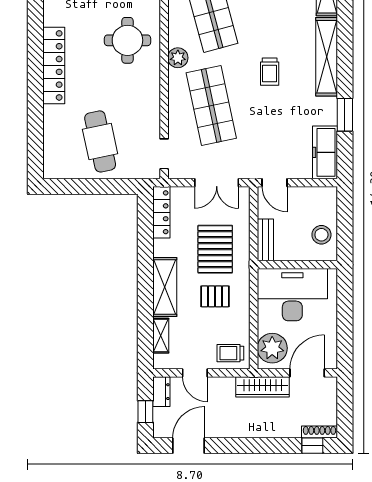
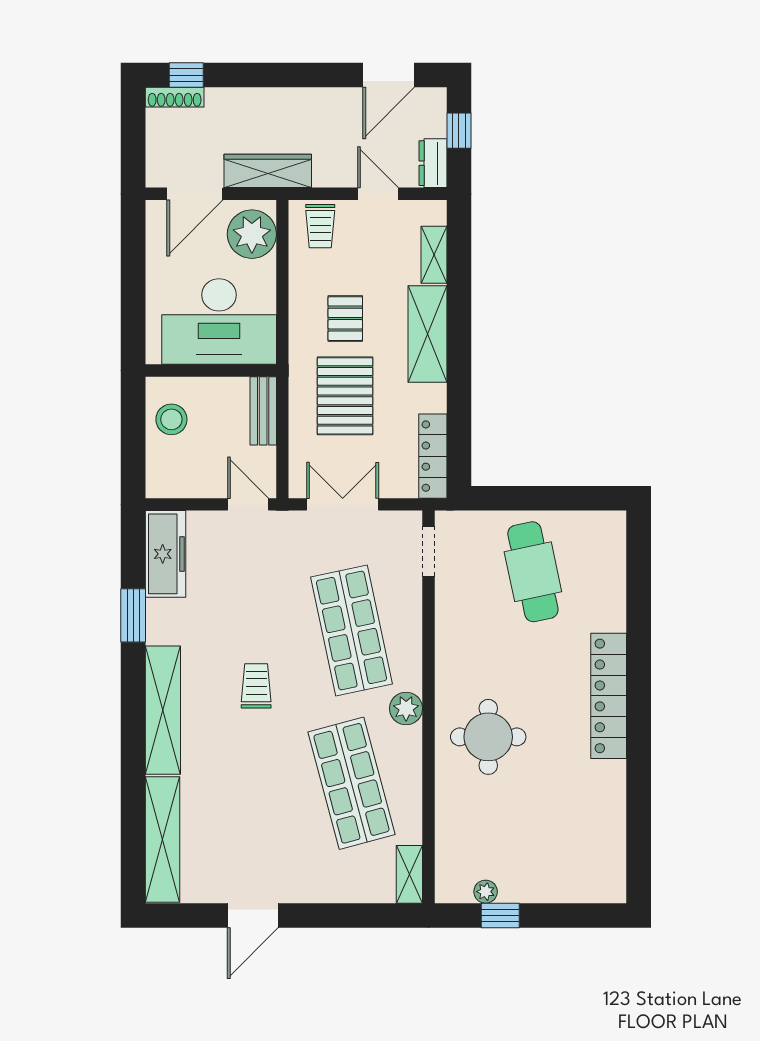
pallet: (215, 296) -> (345, 319), turned 90
trolley: (230, 353) -> (320, 226), turned 90

